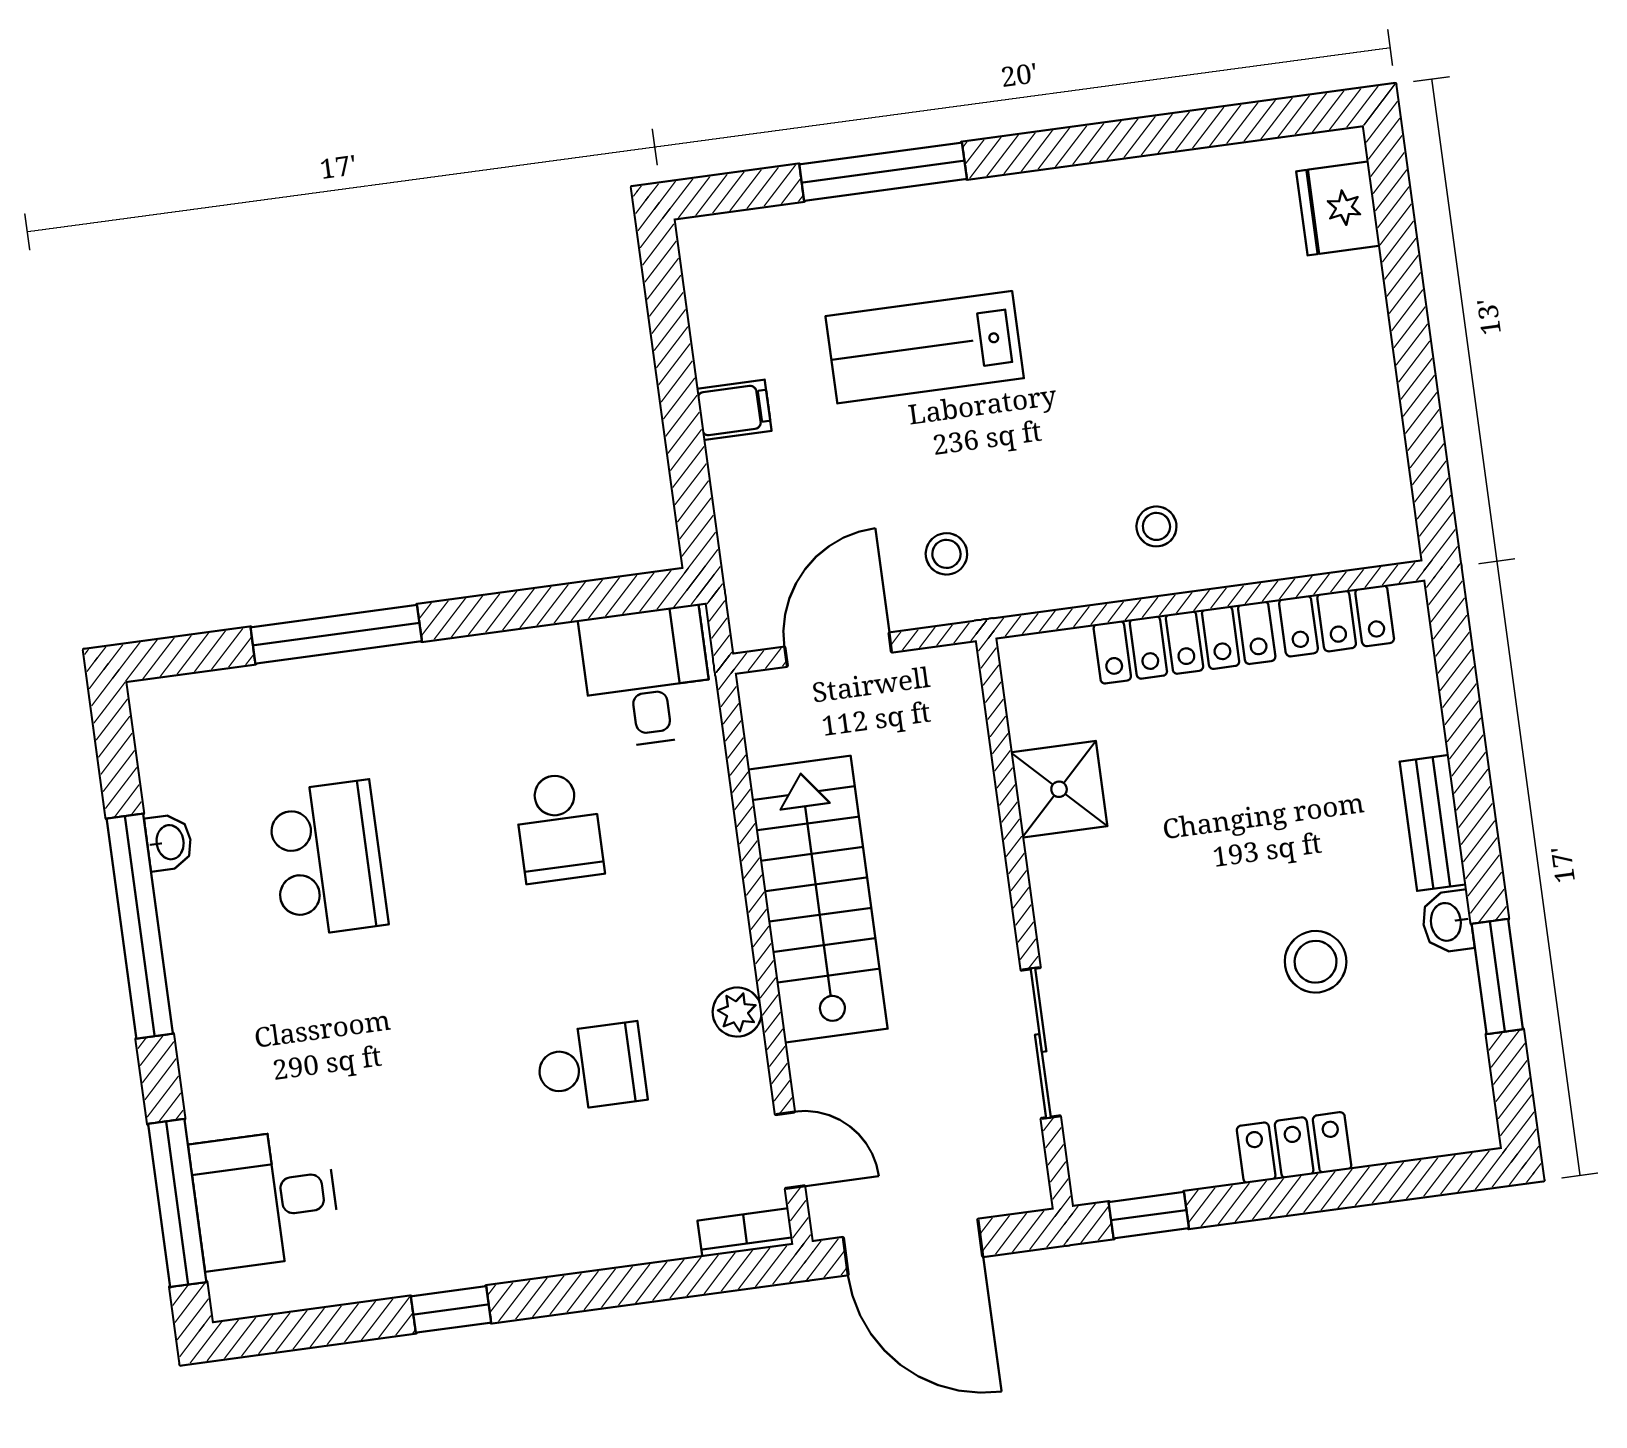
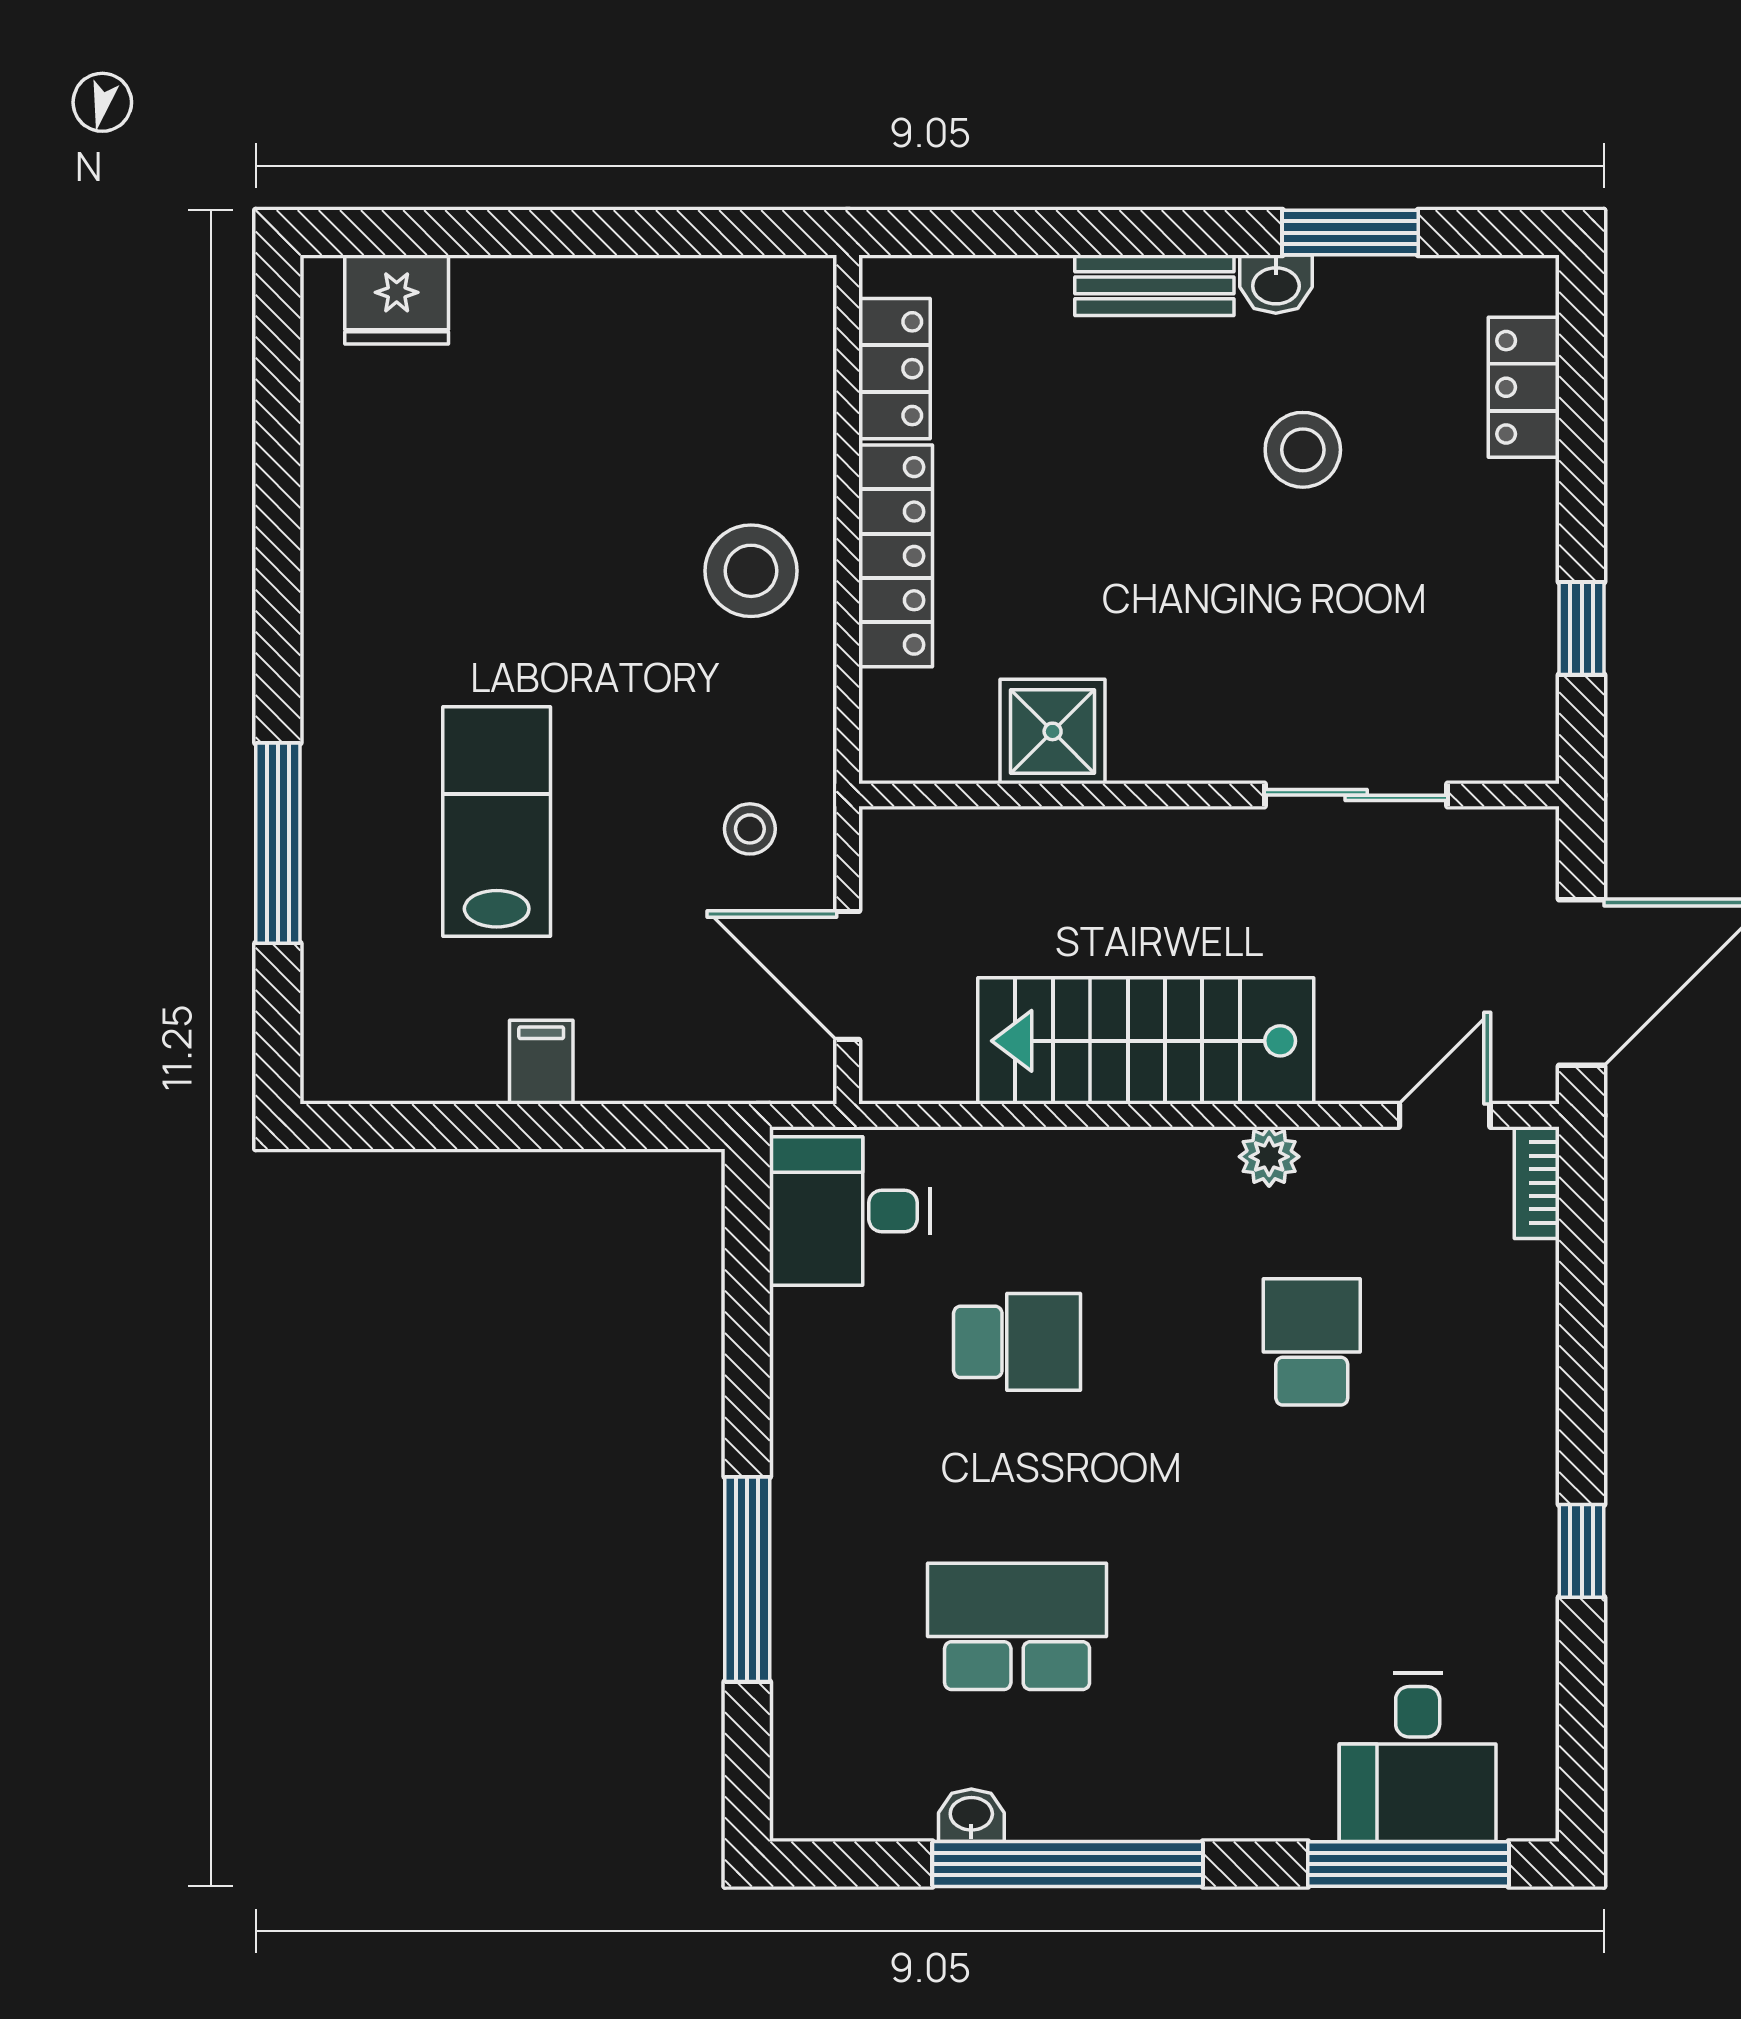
lab bench: (925, 347) -> (497, 821), turned 180
stool: (1156, 526) -> (751, 571), width x1.89, depth x1.89
locker: (1294, 1148) -> (1524, 387), moved
window: (1149, 1215) -> (1582, 628), moved

